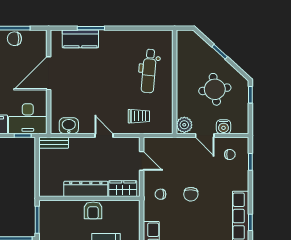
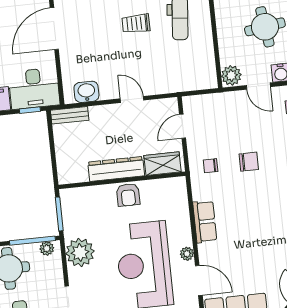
trolley: (139, 116) -> (136, 23), moved, turned 180
door: (142, 161) -> (183, 126), swing flipped
chair: (191, 194) -> (249, 162), turned -94

